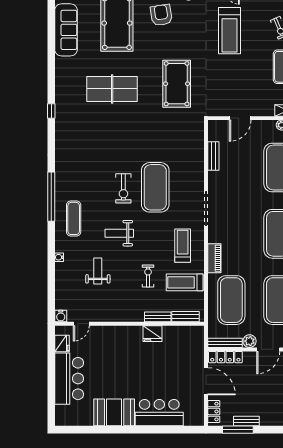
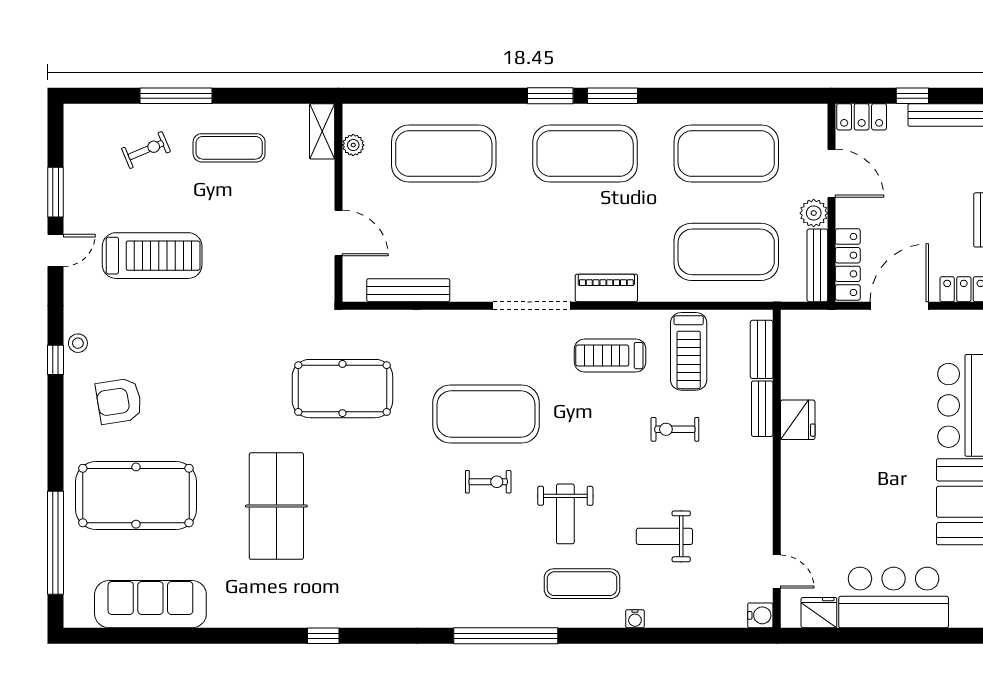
pool table: (177, 84) -> (342, 389), moved
bench: (213, 156) -> (408, 290), width x1.36
exercise bike: (123, 188) -> (488, 482), width x0.73, depth x0.72
exercise mat: (74, 218) -> (582, 584), moved
weight bench: (119, 233) -> (565, 514), moved
piano: (214, 258) -> (606, 288), moved

